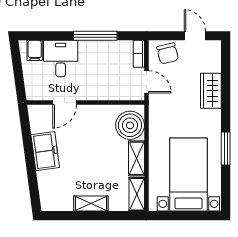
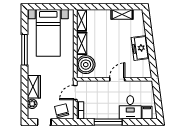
plant: (214, 64) -> (32, 104), added
door: (146, 82) -> (75, 92), hinge flipped
door: (65, 102) -> (117, 79), moved
window: (226, 148) -> (24, 50), width x1.44
shelving: (91, 204) -> (122, 14), moved

